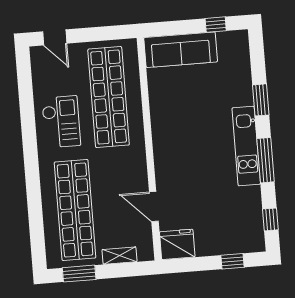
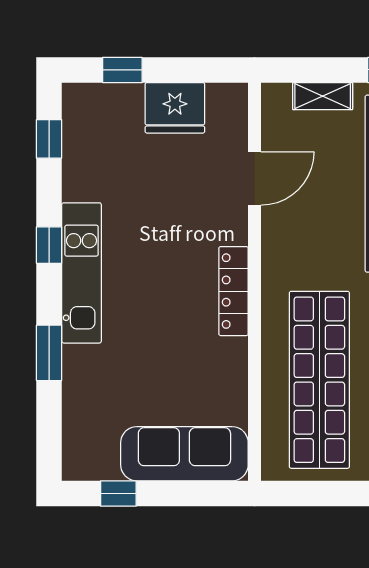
locker: (161, 143) -> (234, 291), added
window: (266, 160) -> (49, 245), width x0.46
door: (154, 207) -> (255, 179), hinge flipped
fridge: (177, 244) -> (175, 108), moved

